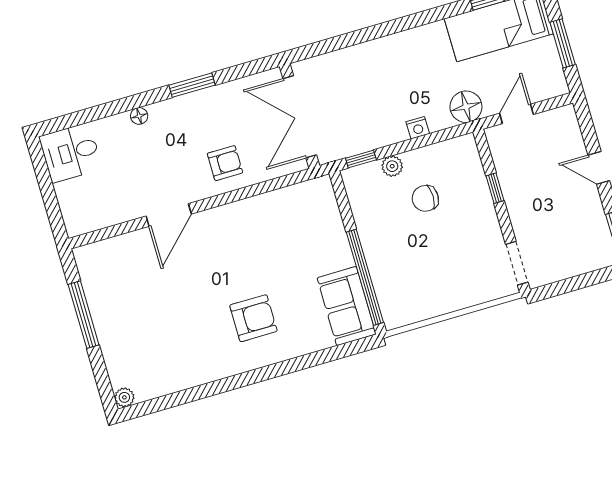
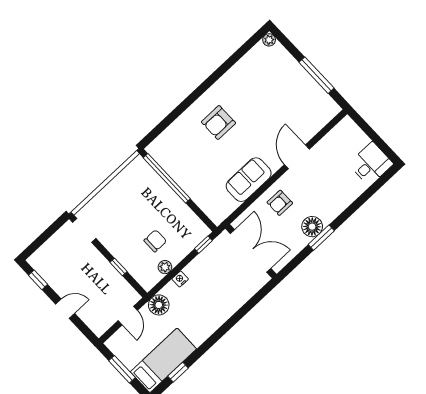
floor lamp: (139, 116) -> (312, 227), moved, width x1.89, depth x1.89
plant: (392, 166) -> (165, 267), moved
sofa: (347, 306) -> (249, 180), moved, turned -90

